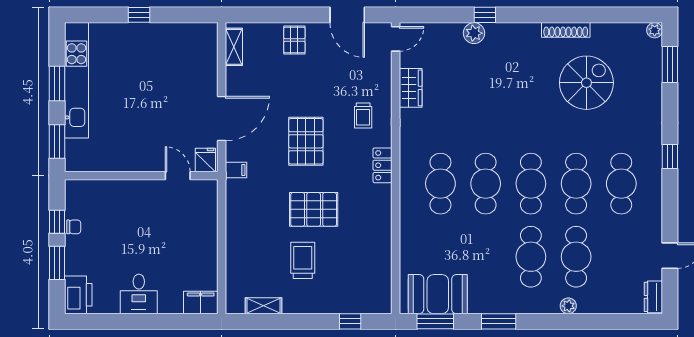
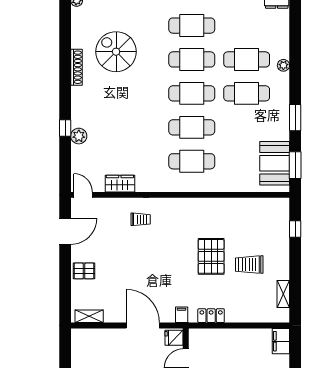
pallet: (306, 141) -> (160, 262), removed
locker: (382, 165) -> (211, 316), moved, turned 180

